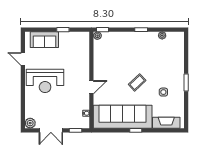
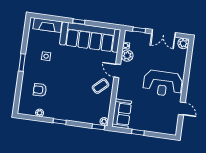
sofa: (44, 40) -> (122, 114), moved, turned 90
armchair: (165, 58) -> (40, 90), added
reception desk: (45, 81) -> (163, 83), turned 180
coffee table: (137, 82) -> (101, 86), moved
door: (91, 87) -> (117, 71), hinge flipped
plant: (84, 104) -> (127, 56), added
double door: (51, 130) -> (164, 33), swing flipped

